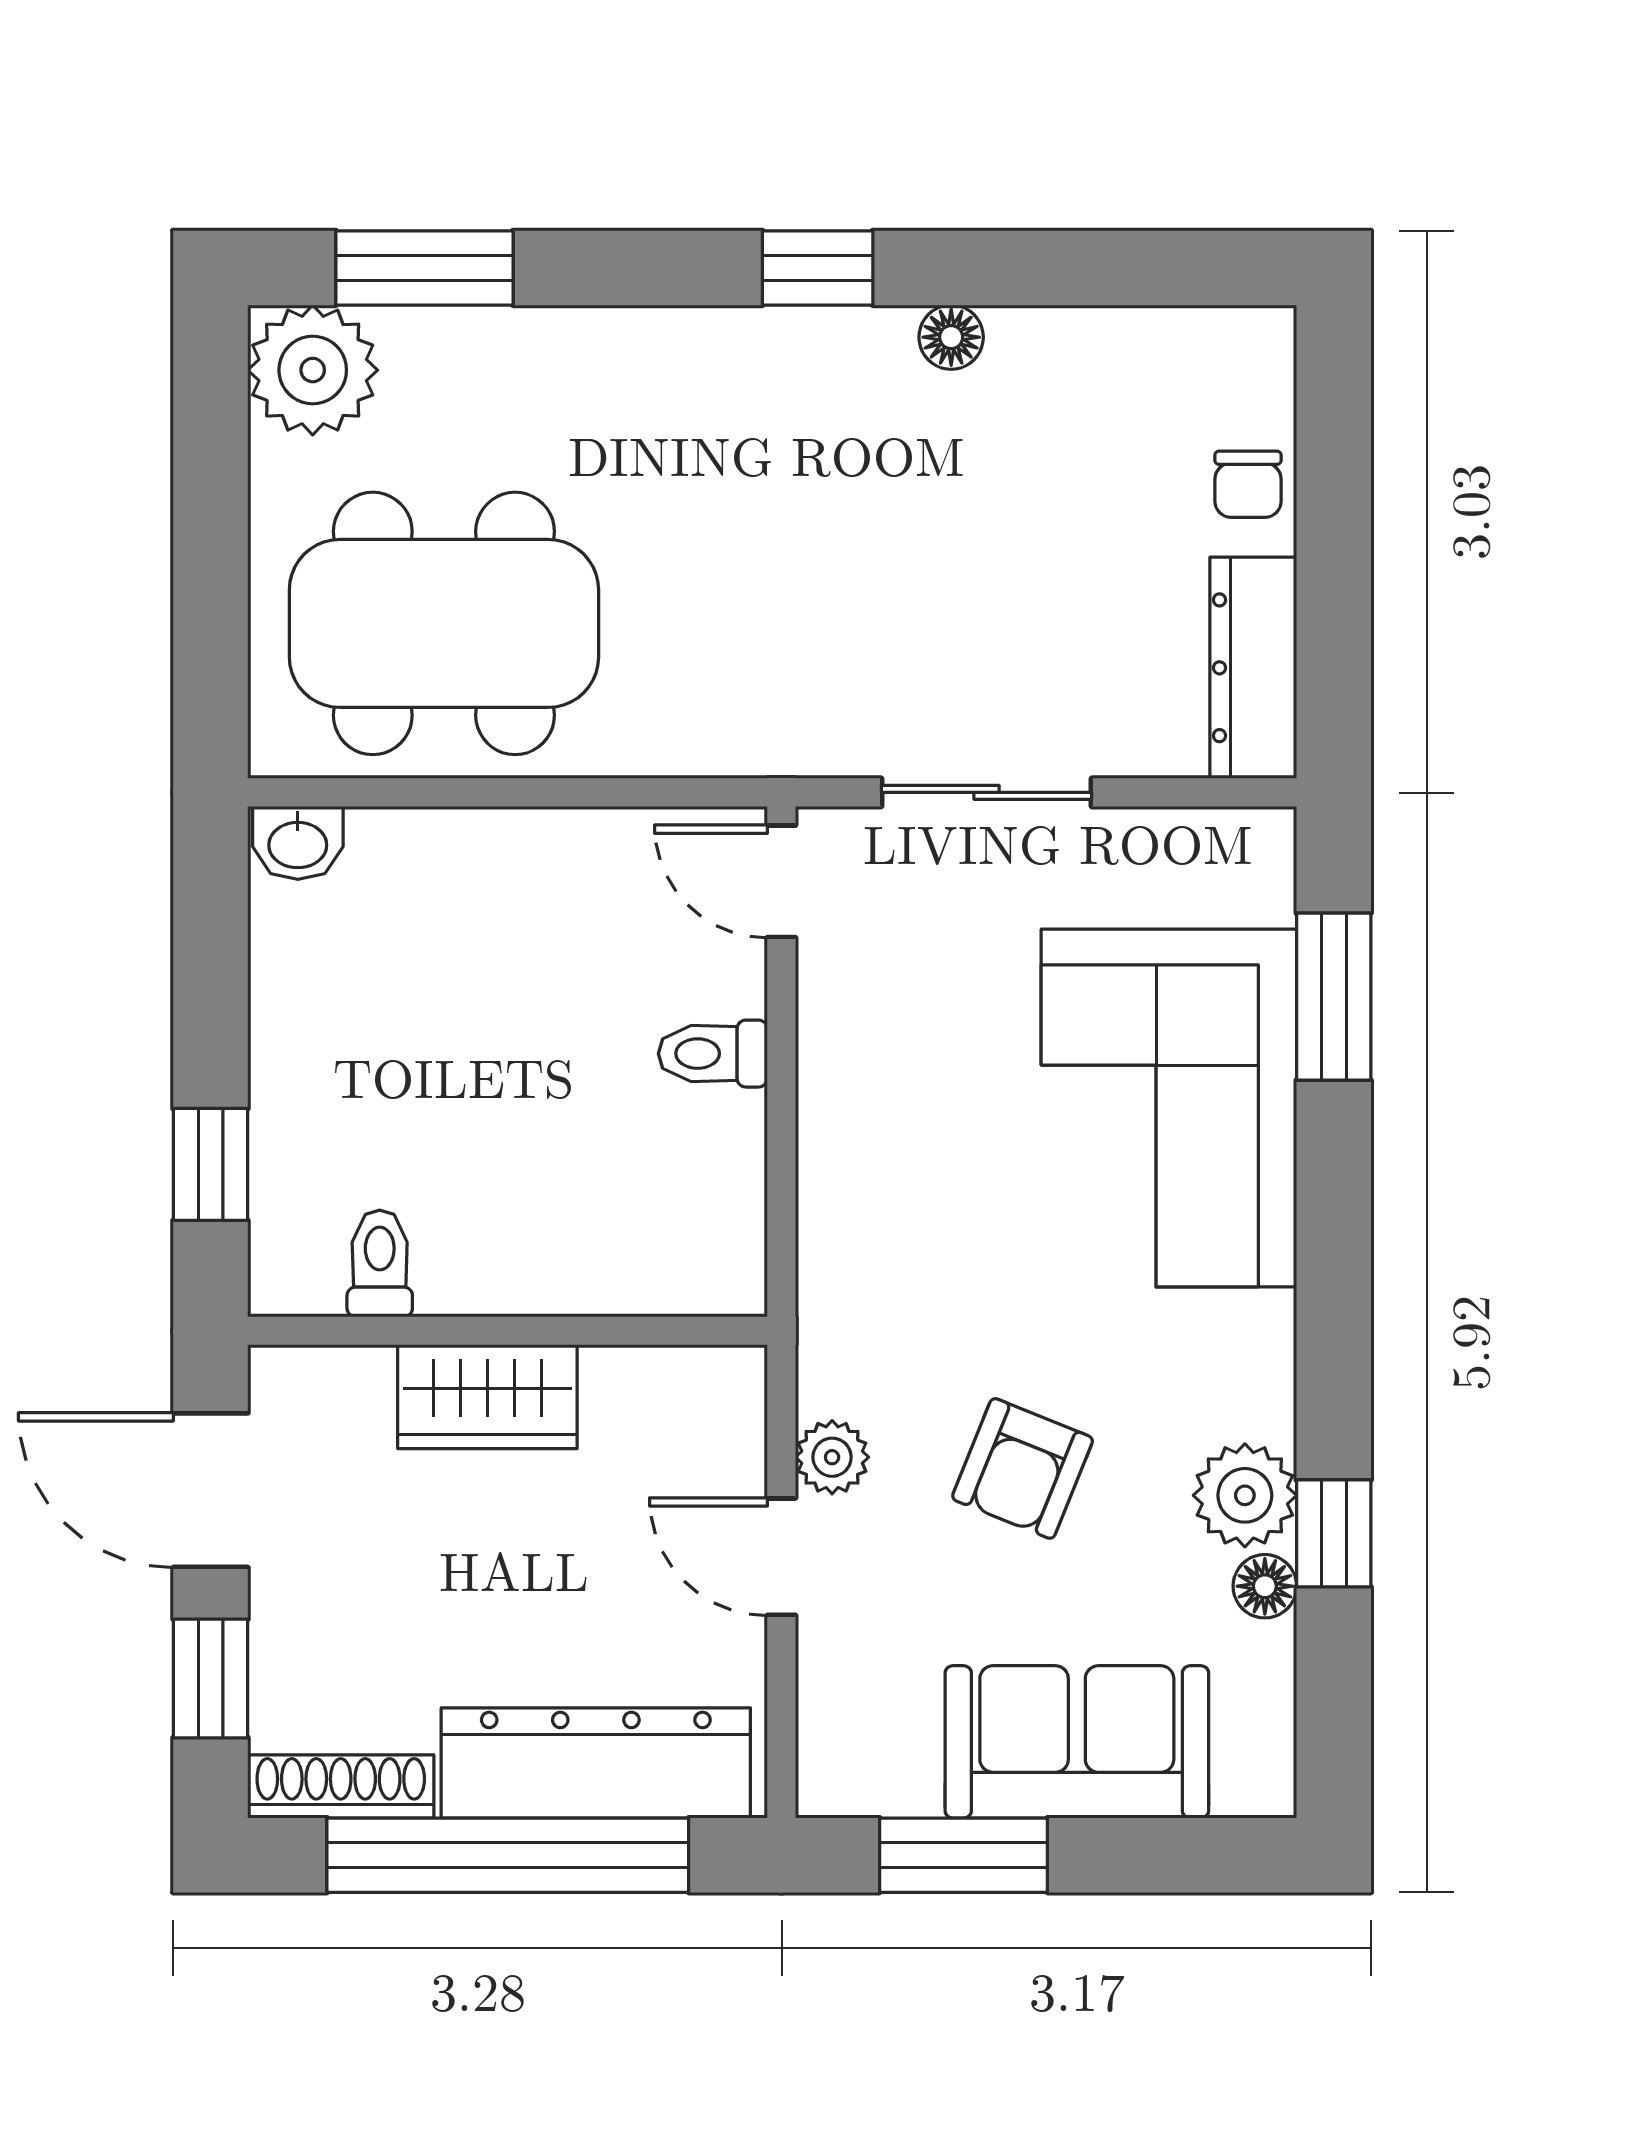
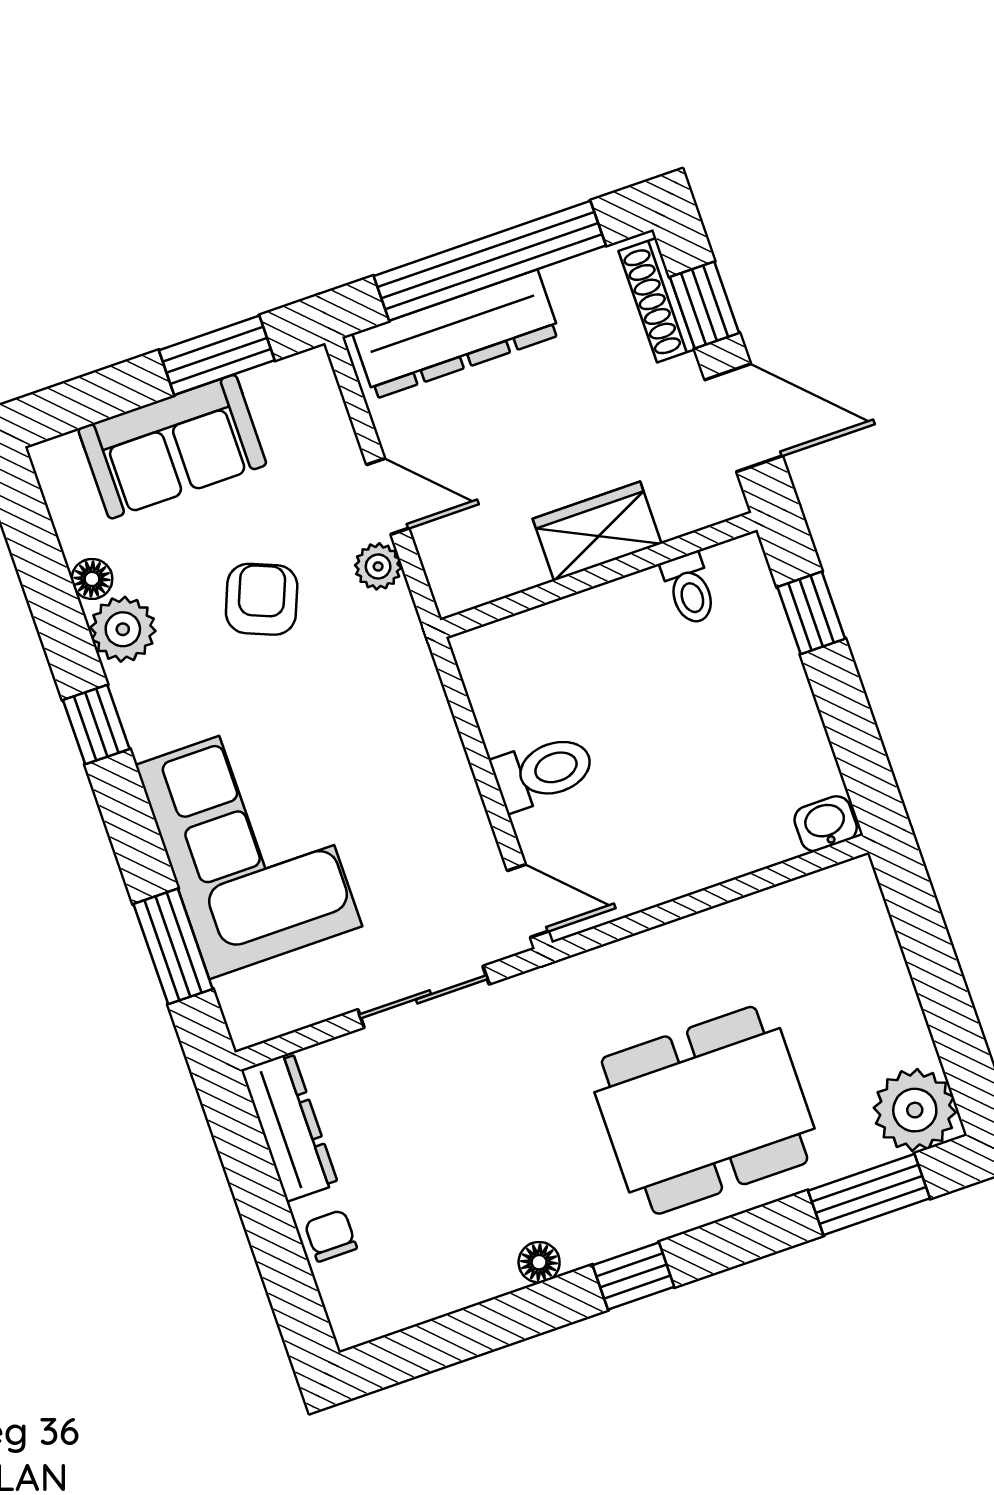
dining table: (444, 623) -> (705, 1110), moved
toilet: (713, 1054) -> (543, 772), width x1.37, depth x1.39
window: (1334, 1533) -> (96, 725), moved
shoe rack: (341, 1786) -> (657, 300), moved, turned 90

